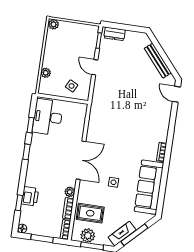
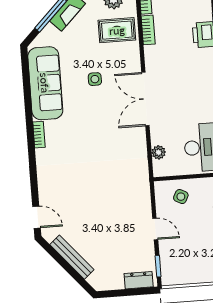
plant: (70, 192) -> (159, 152), moved

